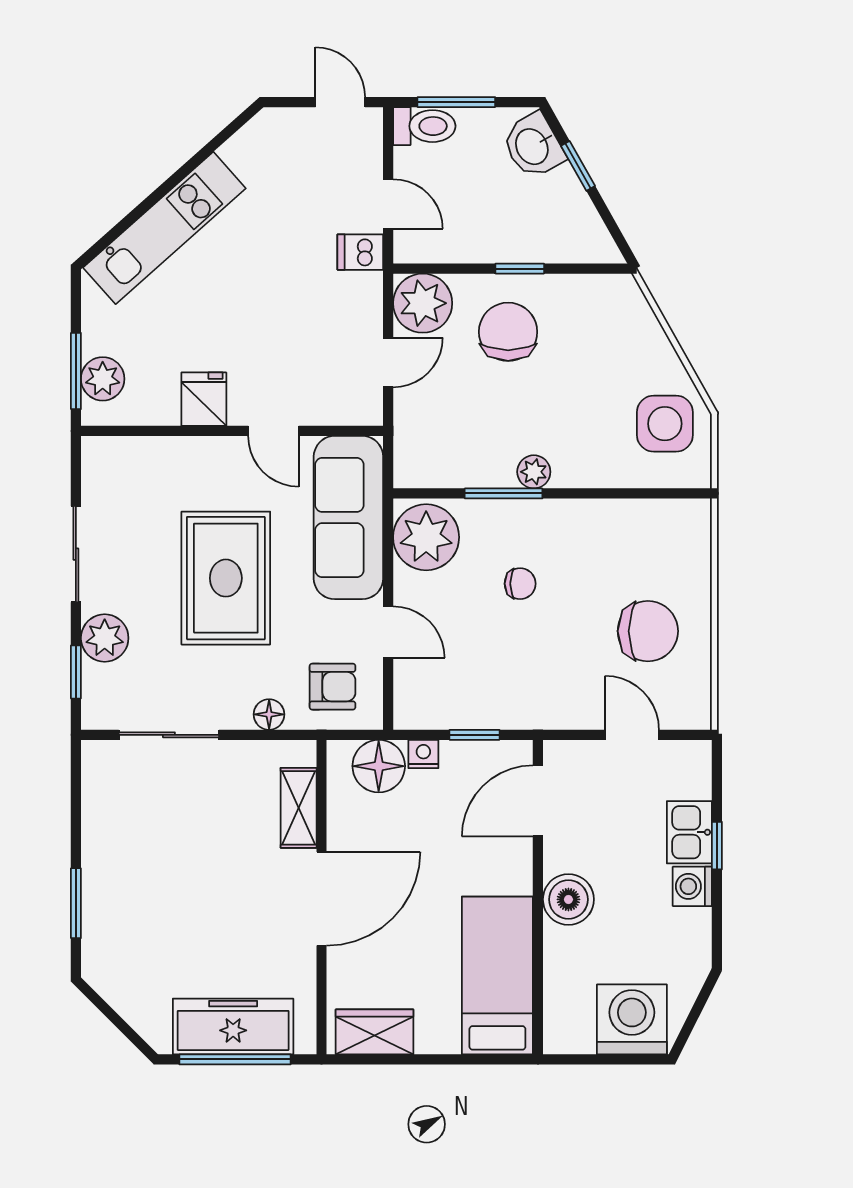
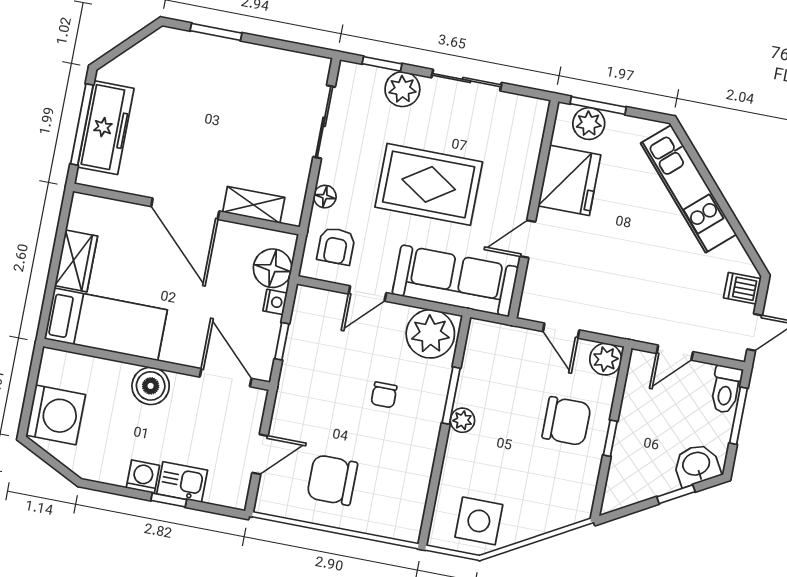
dishwasher: (360, 252) -> (742, 288), moved, turned -90
plant: (423, 303) -> (606, 359), width x0.73, depth x0.73
fridge: (204, 399) -> (569, 180), width x1.88, depth x1.34
chair: (648, 631) -> (332, 480), turned 90
wardrobe: (375, 1032) -> (76, 261), moved

